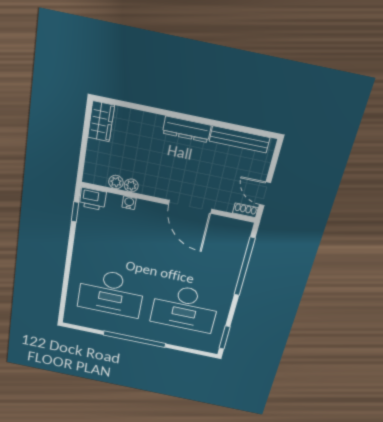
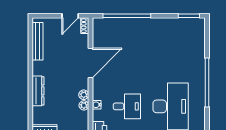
dresser: (187, 129) -> (38, 91), moved
plant: (116, 182) -> (84, 95), moved
desk: (185, 308) -> (127, 106), moved, width x0.53, depth x0.77

